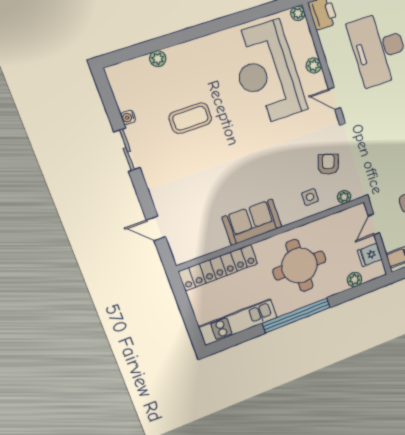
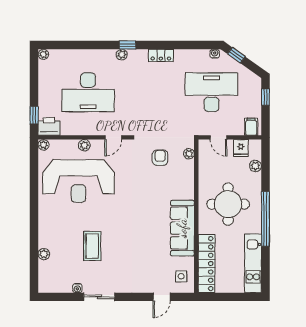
armchair: (328, 164) -> (160, 158), turned 73
side table: (310, 197) -> (181, 276), moved
sofa: (252, 222) -> (182, 228), width x1.36

